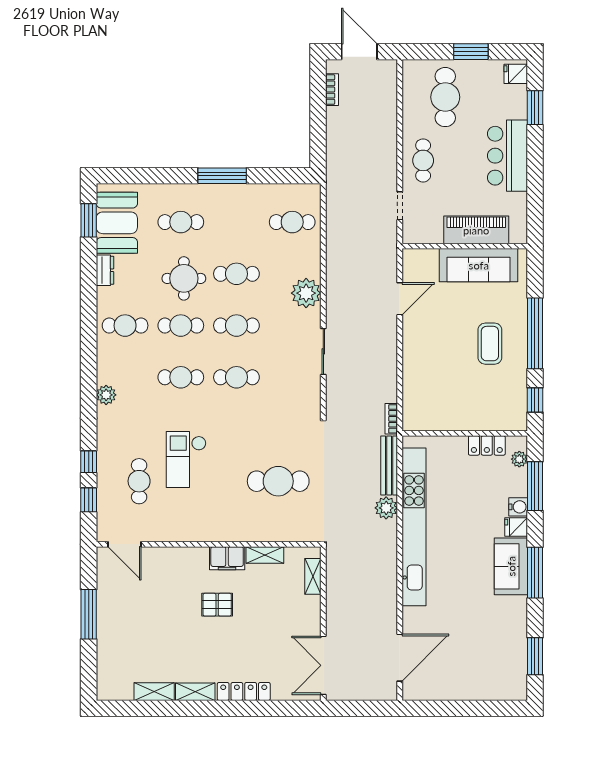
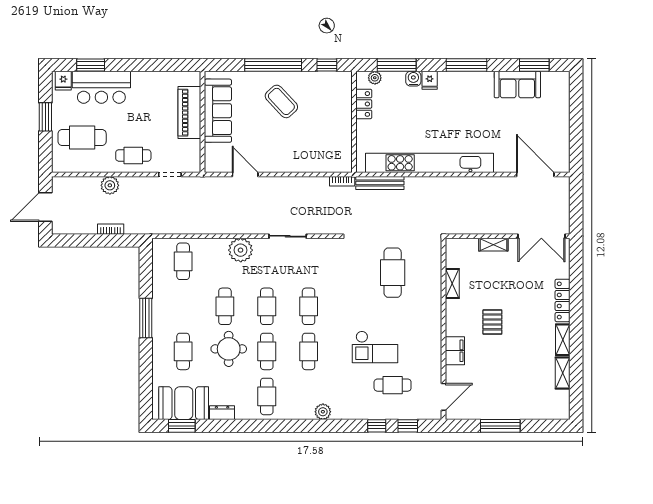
bookcase: (332, 90) -> (111, 229), moved
bar counter: (507, 156) -> (101, 87), moved
coffee table: (490, 344) -> (281, 101), turned 47
plant: (386, 508) -> (110, 185), moved
filing cabinet: (227, 558) -> (455, 351), moved
sofa: (511, 566) -> (517, 85), moved
shelving: (313, 576) -> (493, 245), moved

